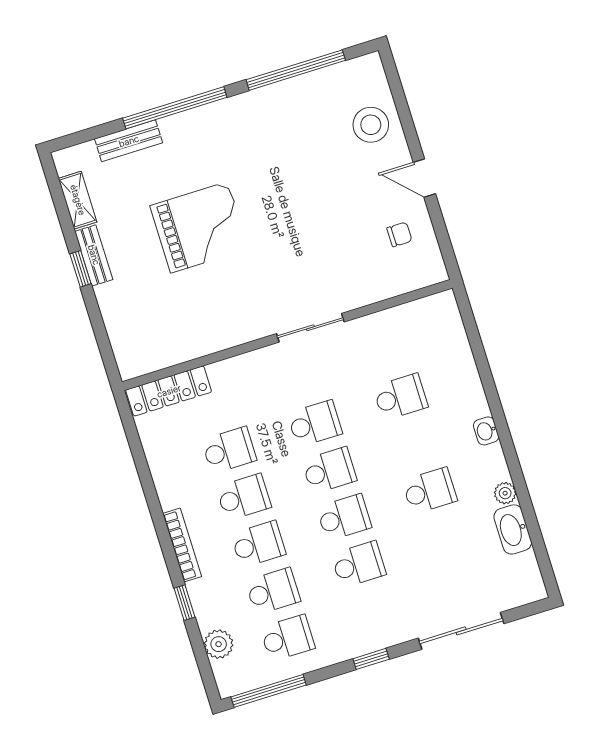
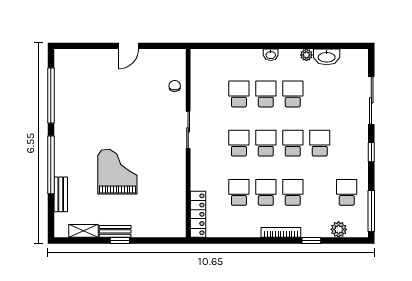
stool: (371, 125) -> (92, 65), removed
chair: (399, 234) -> (175, 86), moved
school desk: (273, 591) -> (266, 94), moved

